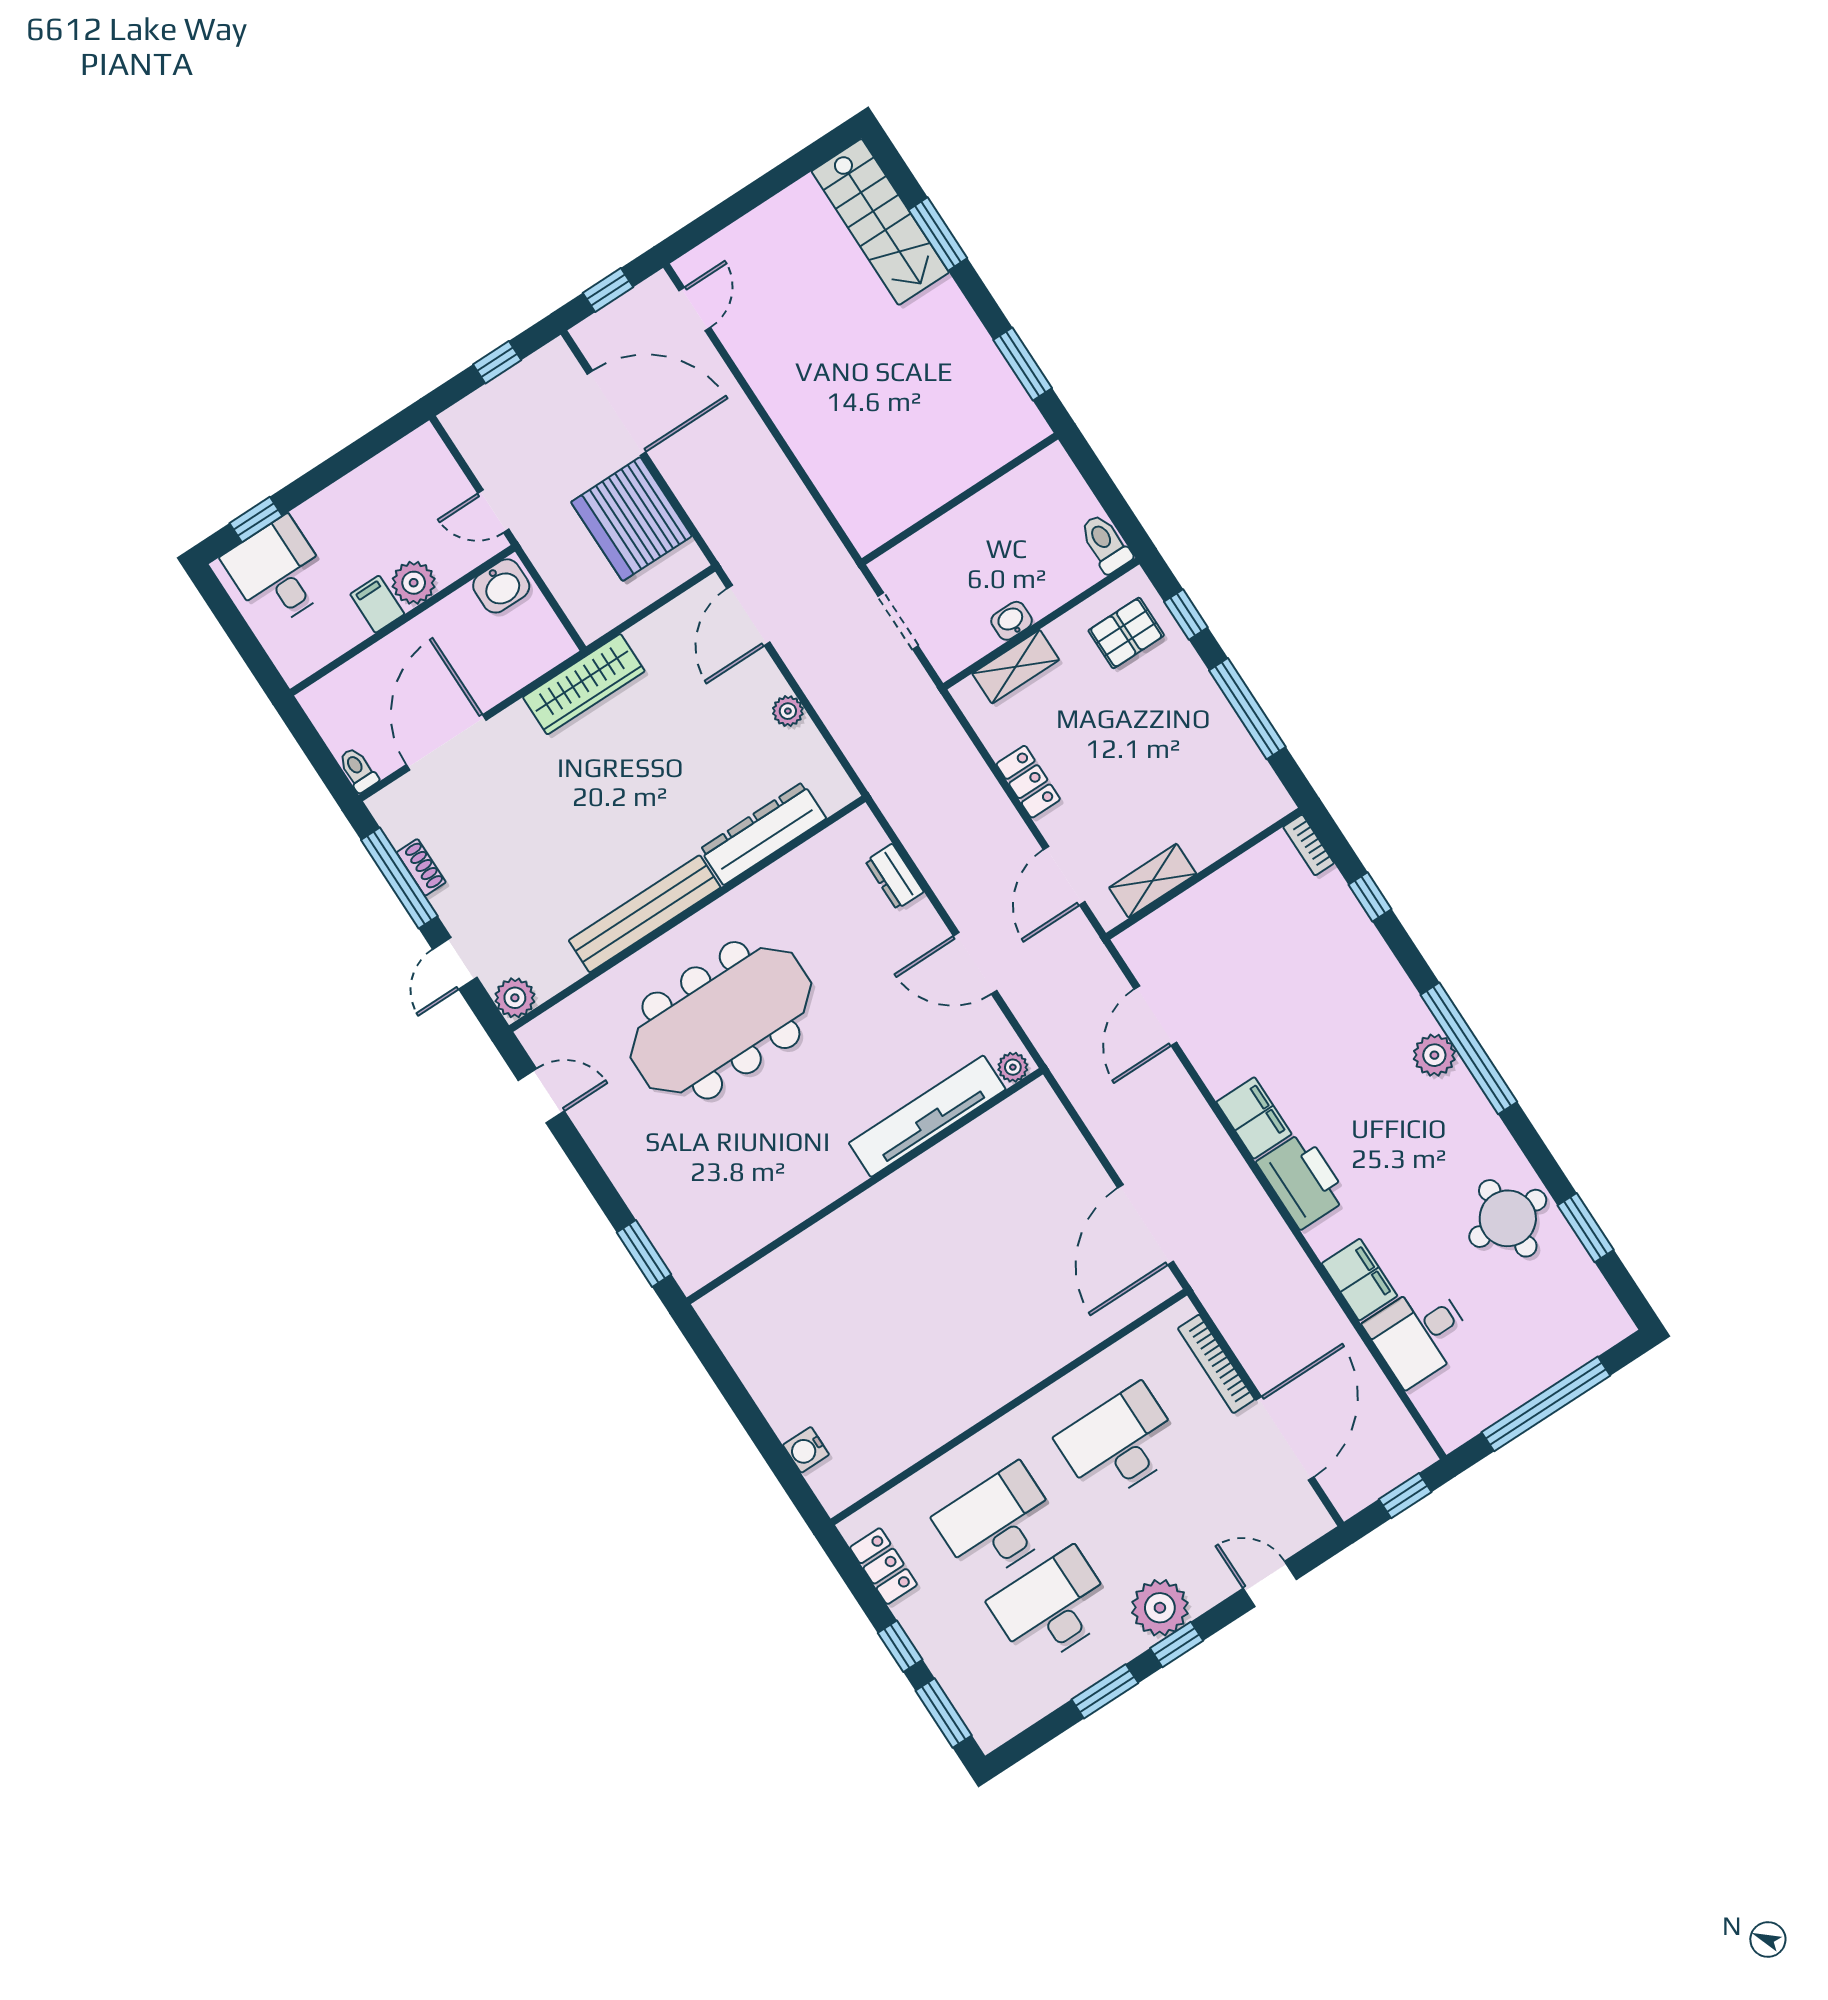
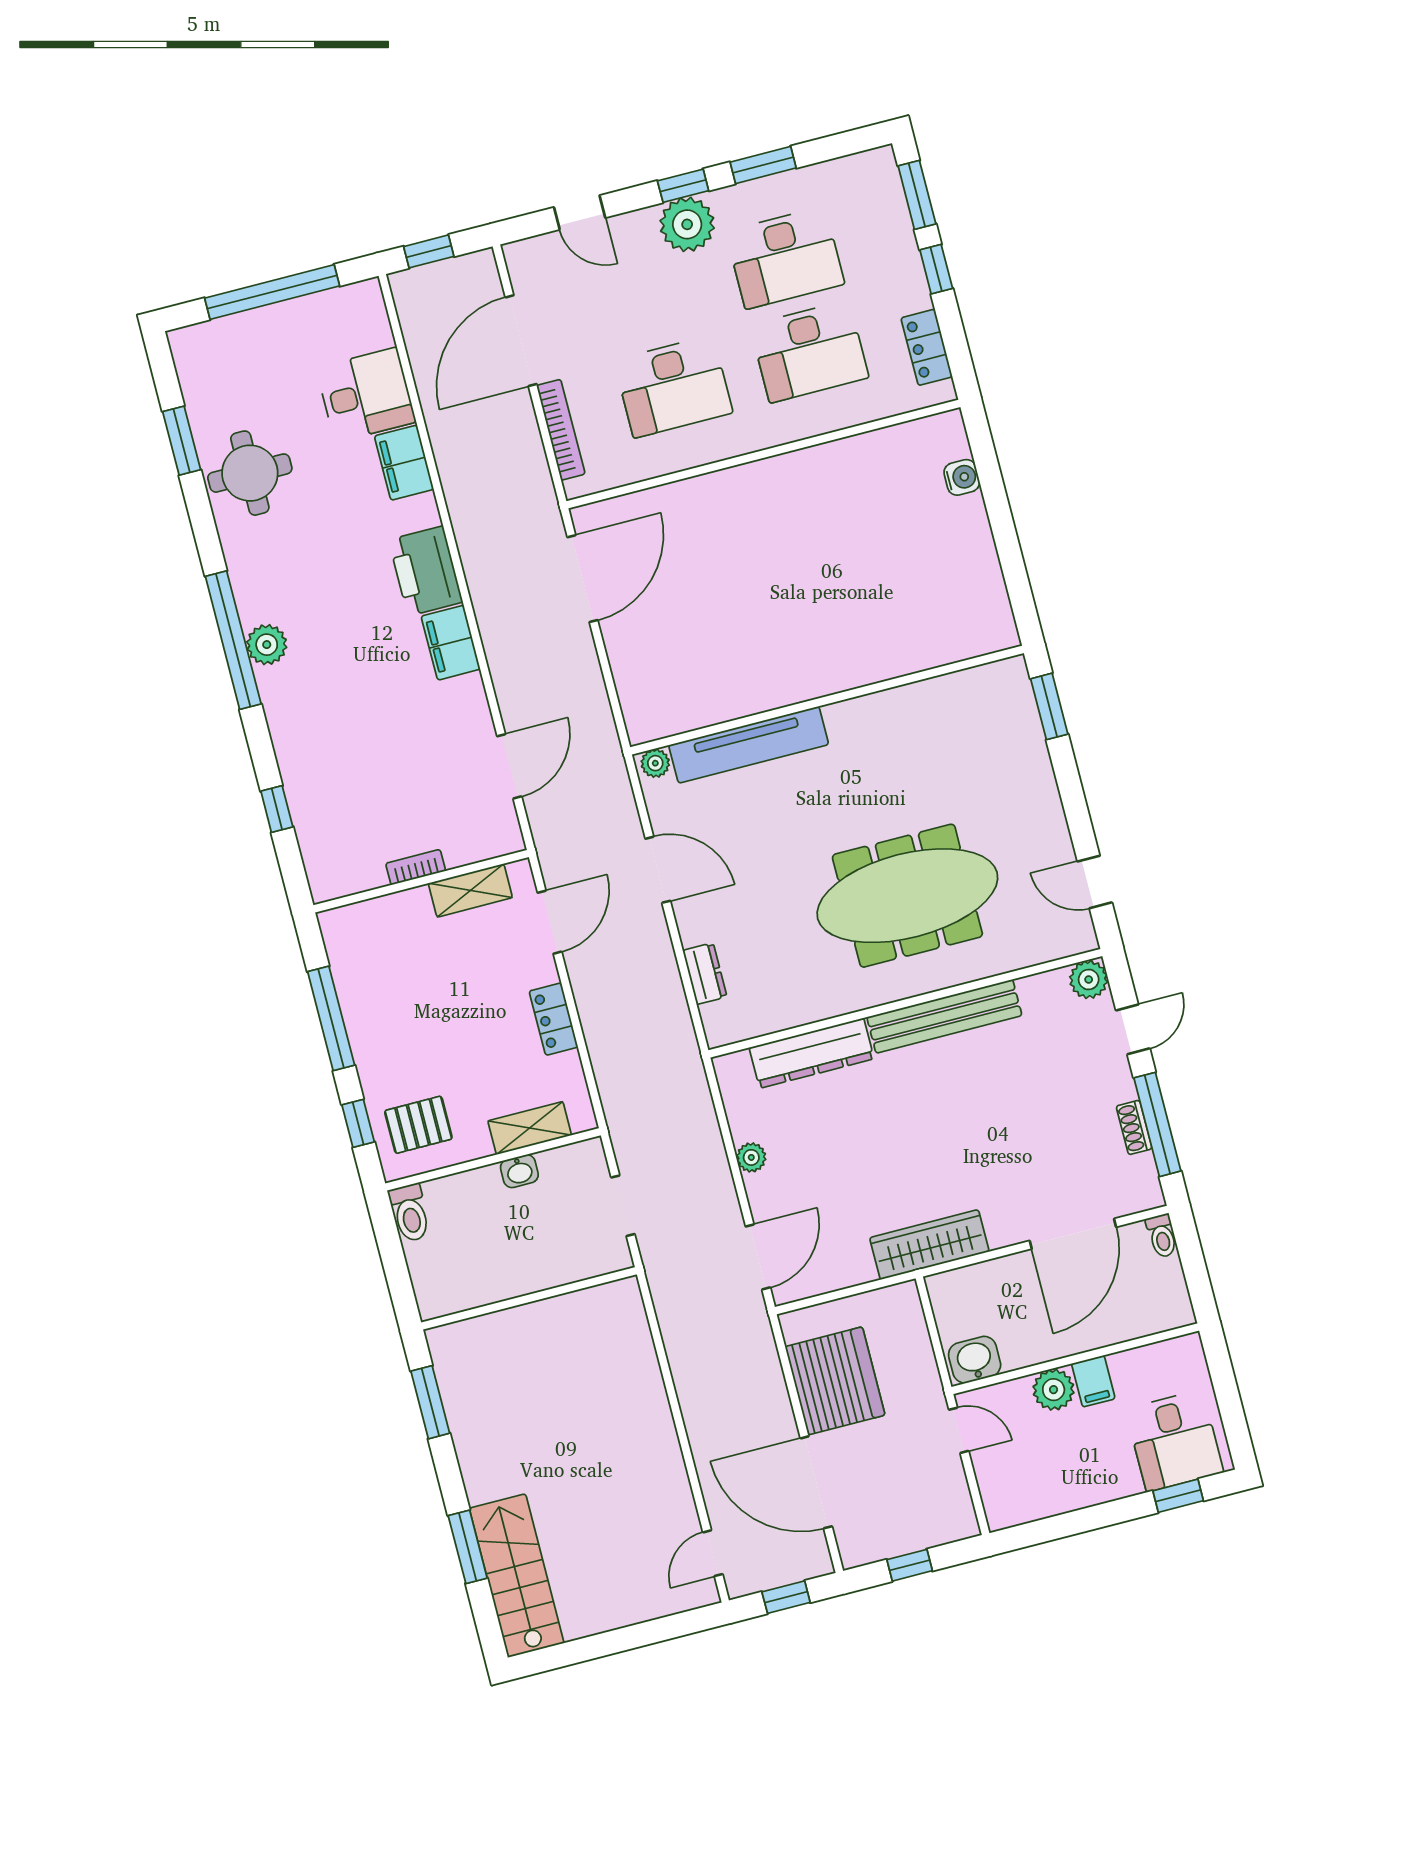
bookcase: (1309, 845) -> (416, 867), moved, turned -90

